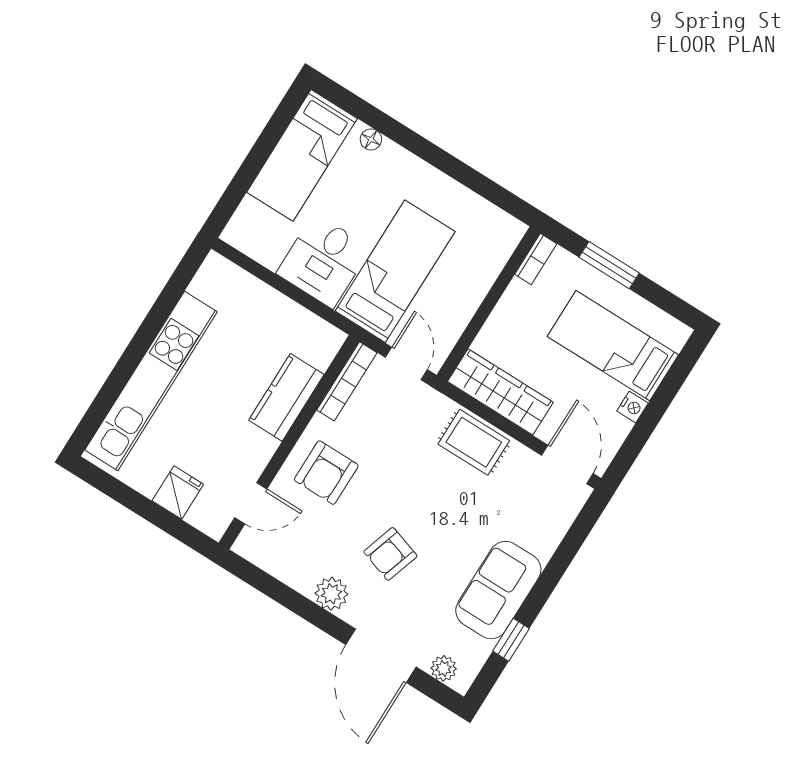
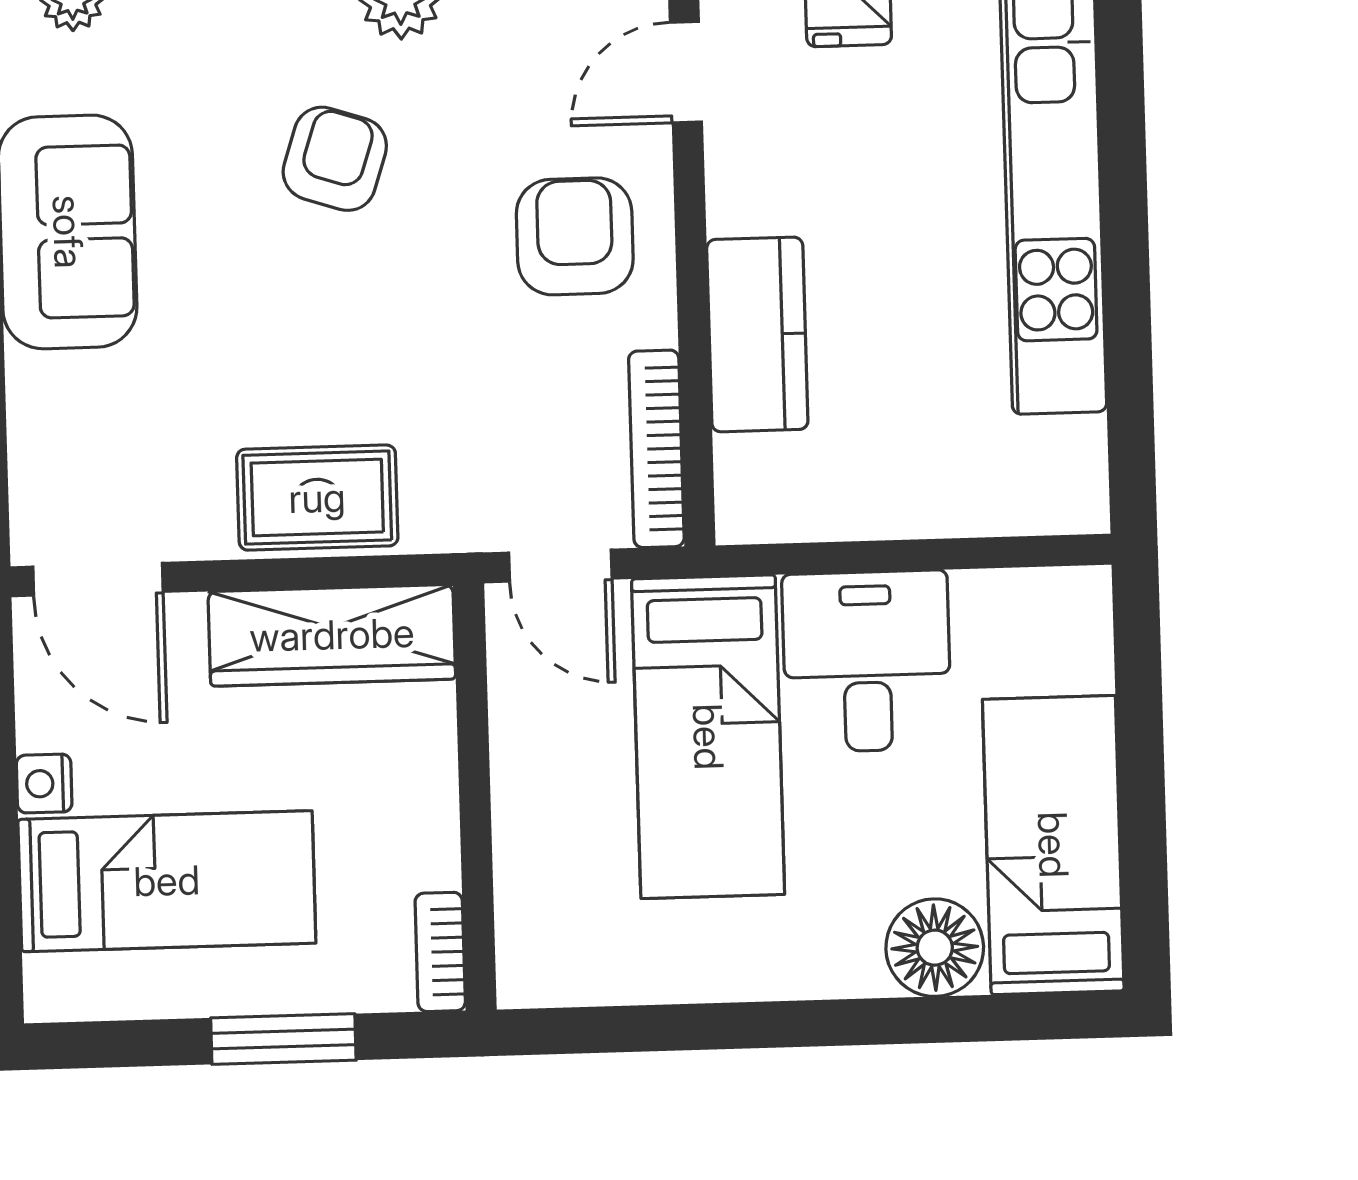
floor lamp: (371, 139) -> (935, 948), width x1.89, depth x1.89

